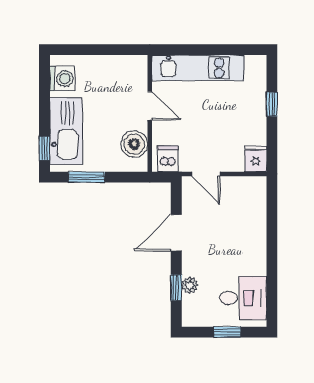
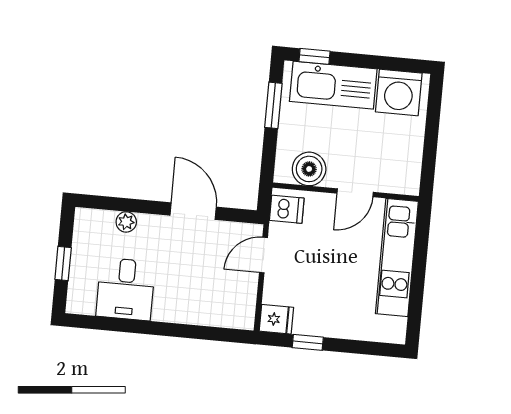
washing machine: (62, 79) -> (399, 92), width x1.37, depth x1.37
window: (272, 104) -> (308, 342), moved
window: (176, 288) -> (125, 205), removed
desk: (243, 298) -> (126, 289), moved

